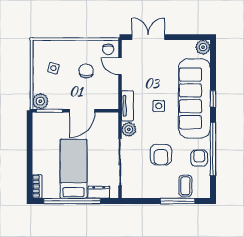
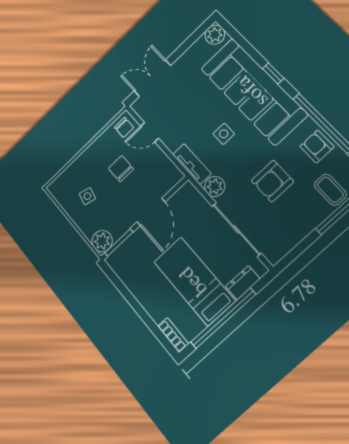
armchair: (161, 155) -> (272, 181), turned 90

